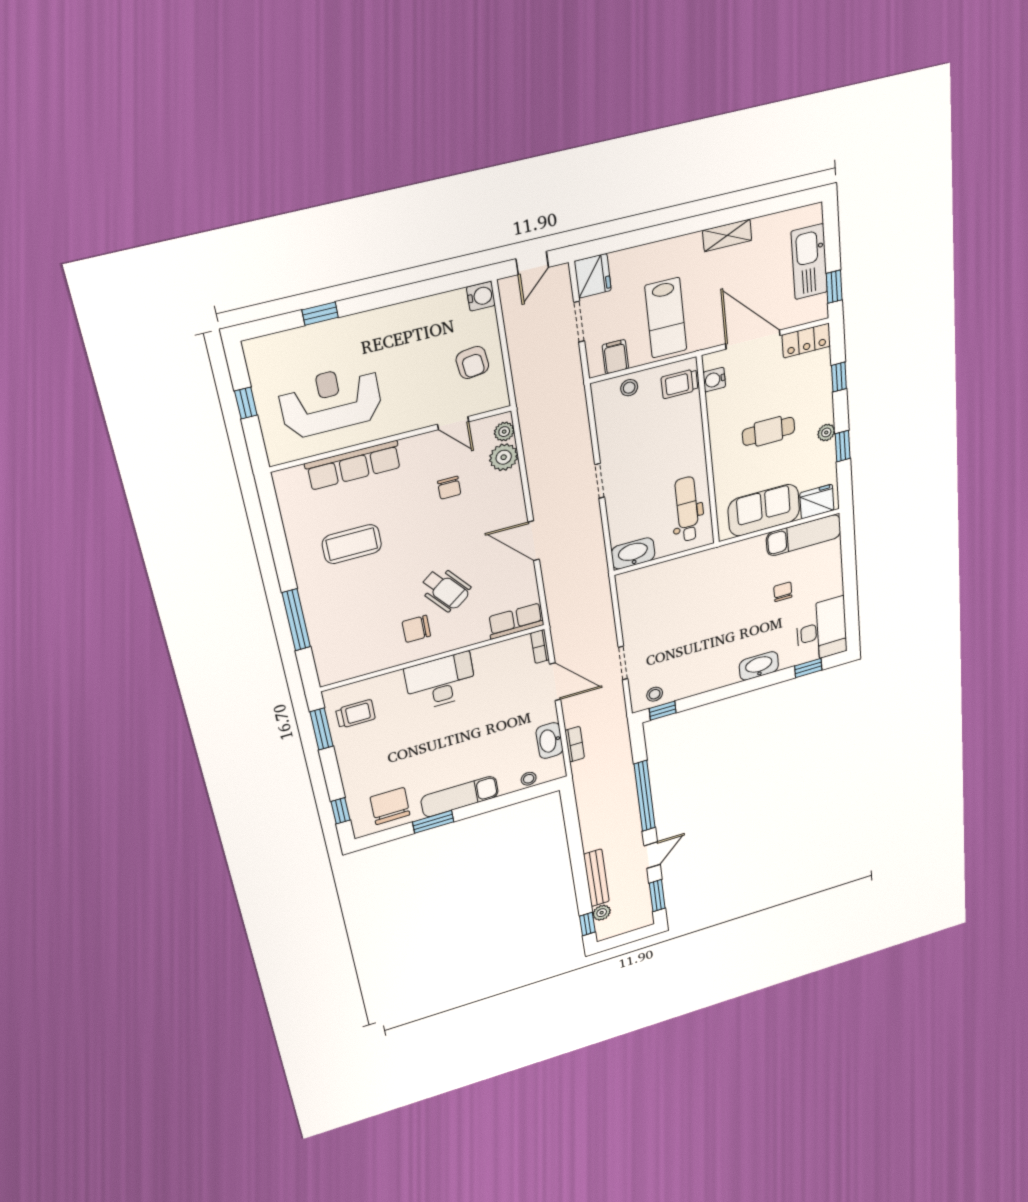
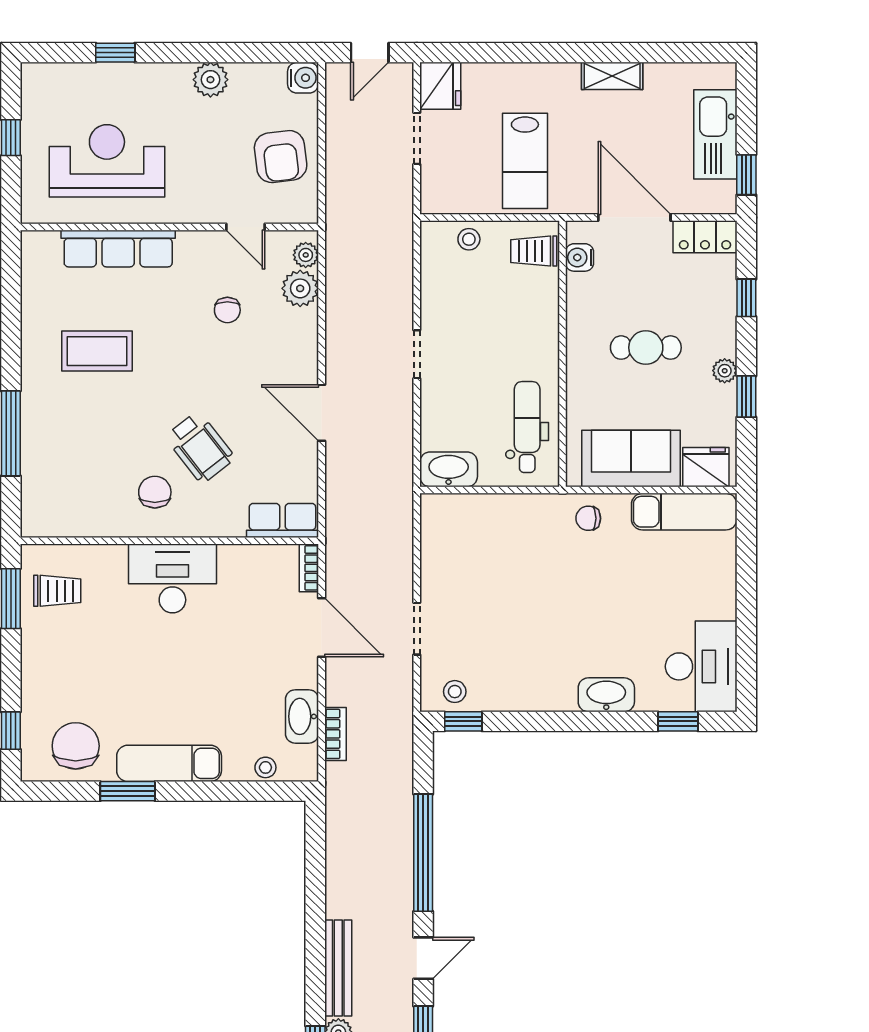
plant: (405, 316) -> (210, 80), added
filing cabinet: (615, 357) -> (456, 195), removed
armchair: (472, 363) -> (281, 157), width x1.38, depth x1.38
chair: (783, 592) -> (588, 518), moved, turned -90
chair: (416, 629) -> (155, 492), turned 90

